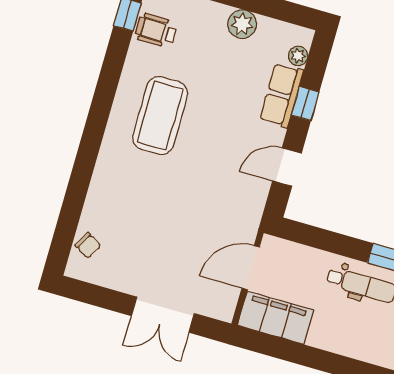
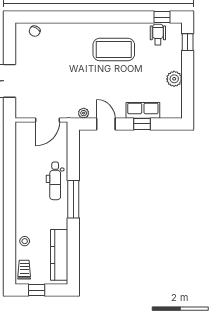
plant: (298, 56) -> (84, 113), moved
door: (251, 268) -> (48, 120), swing flipped
filing cabinet: (275, 318) -> (25, 141), removed

